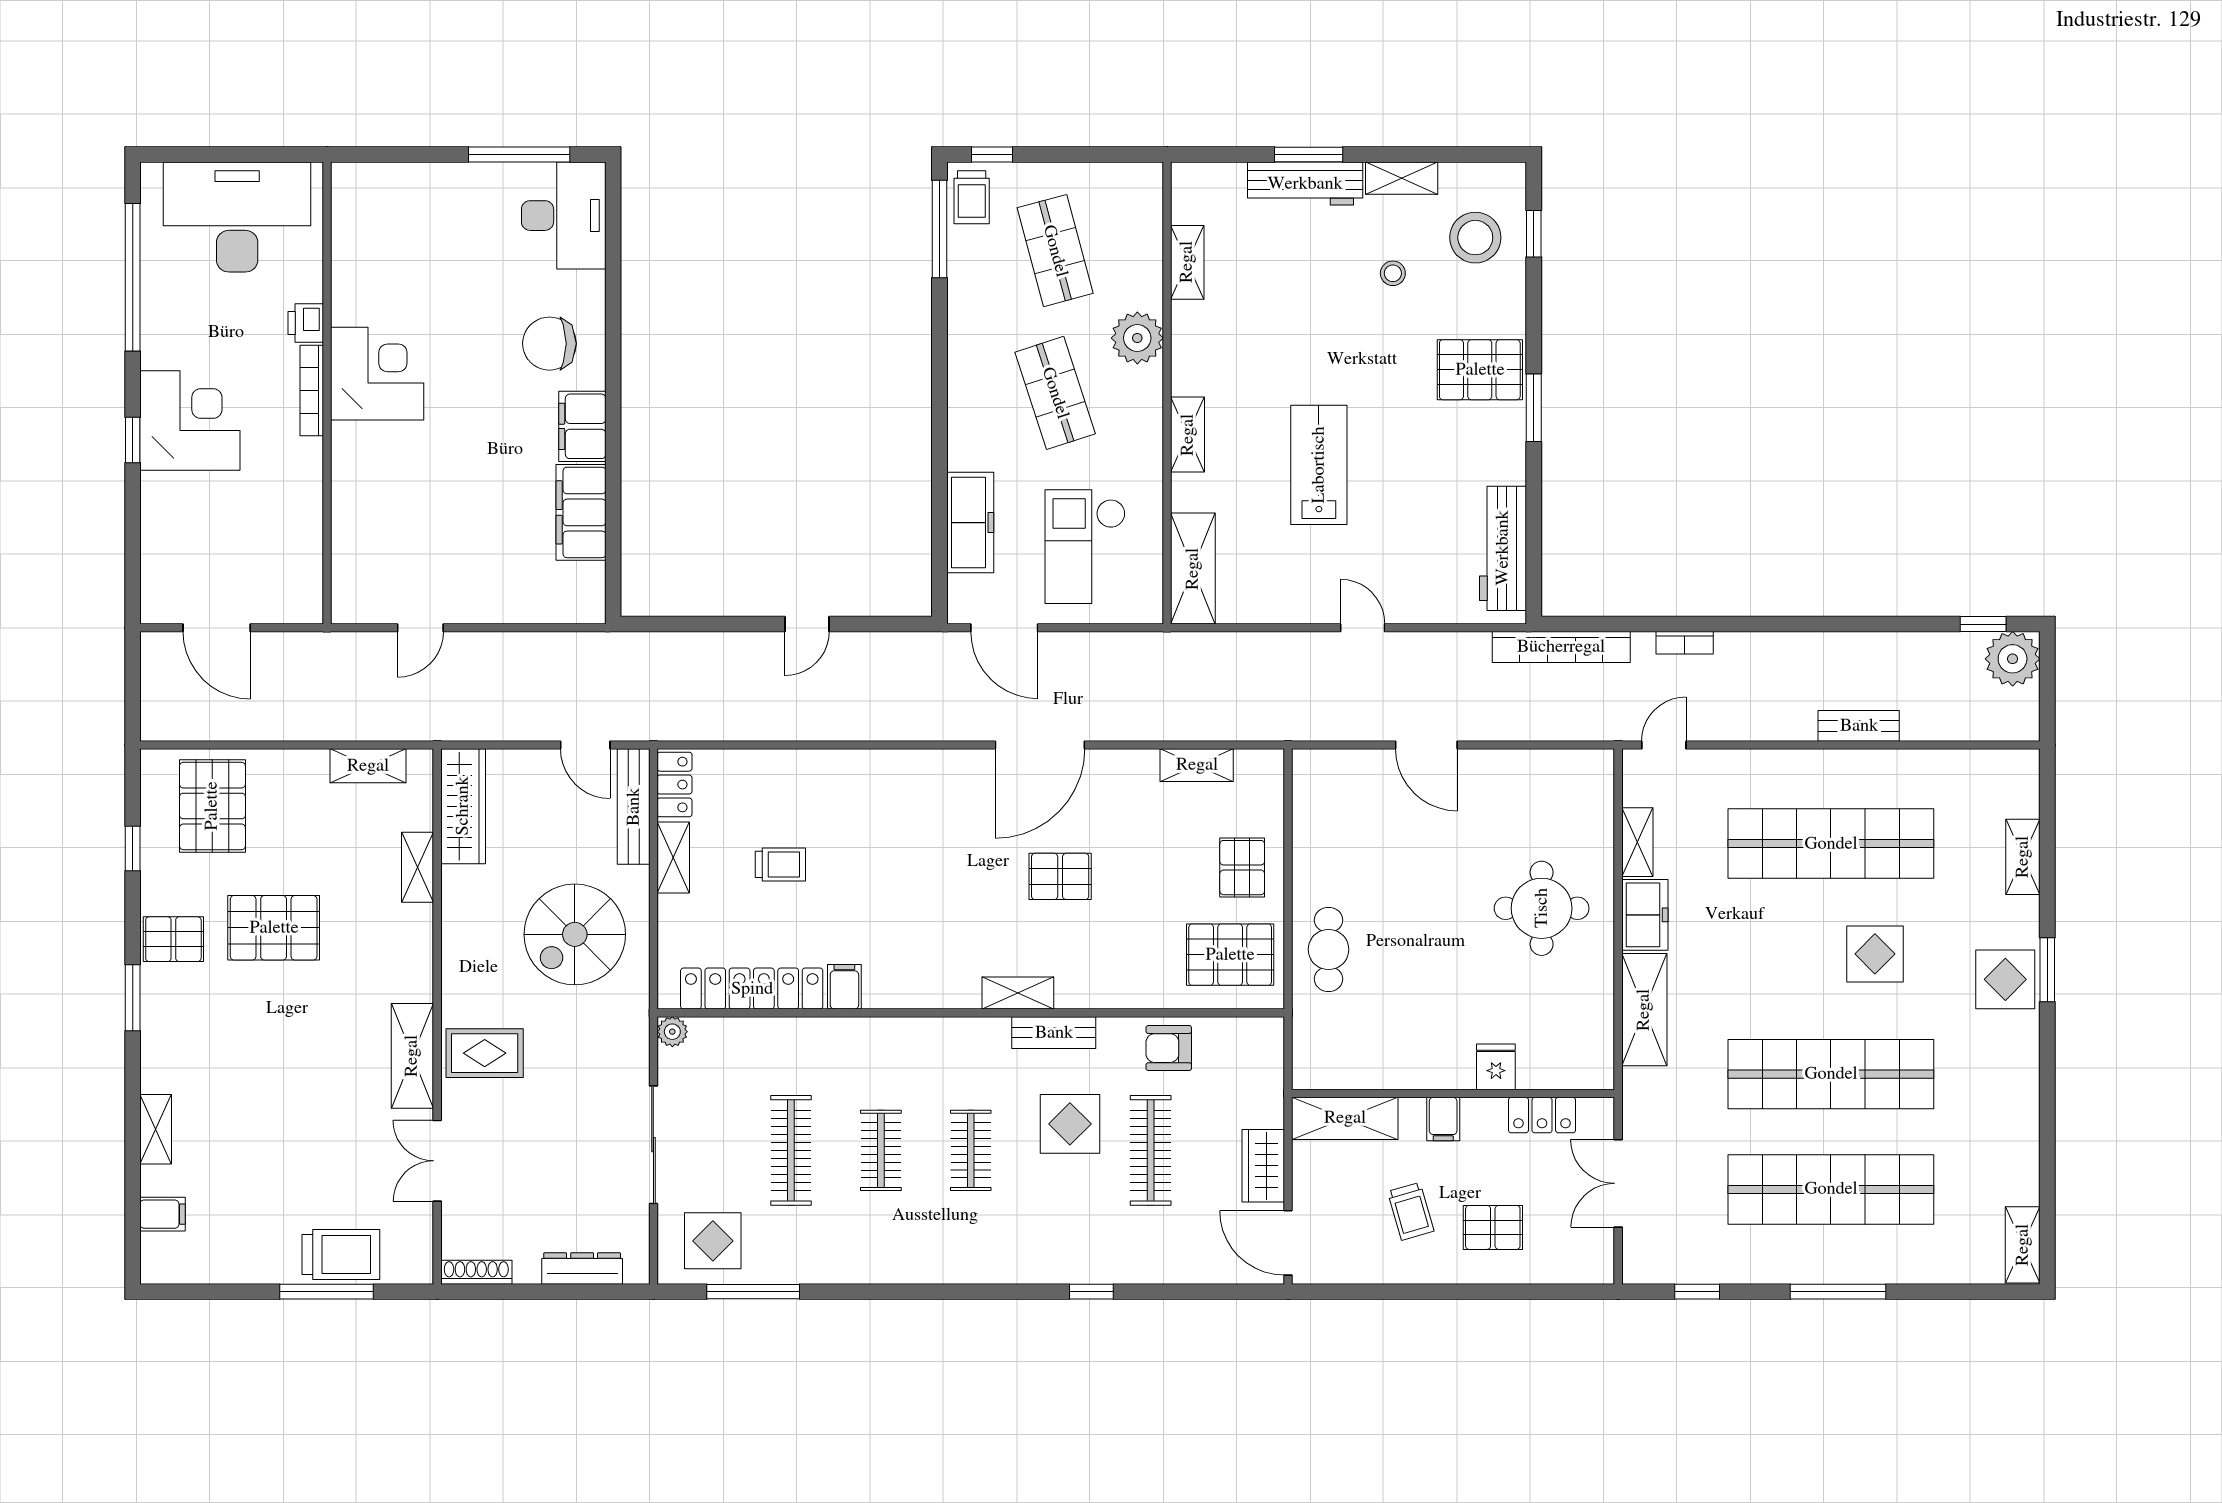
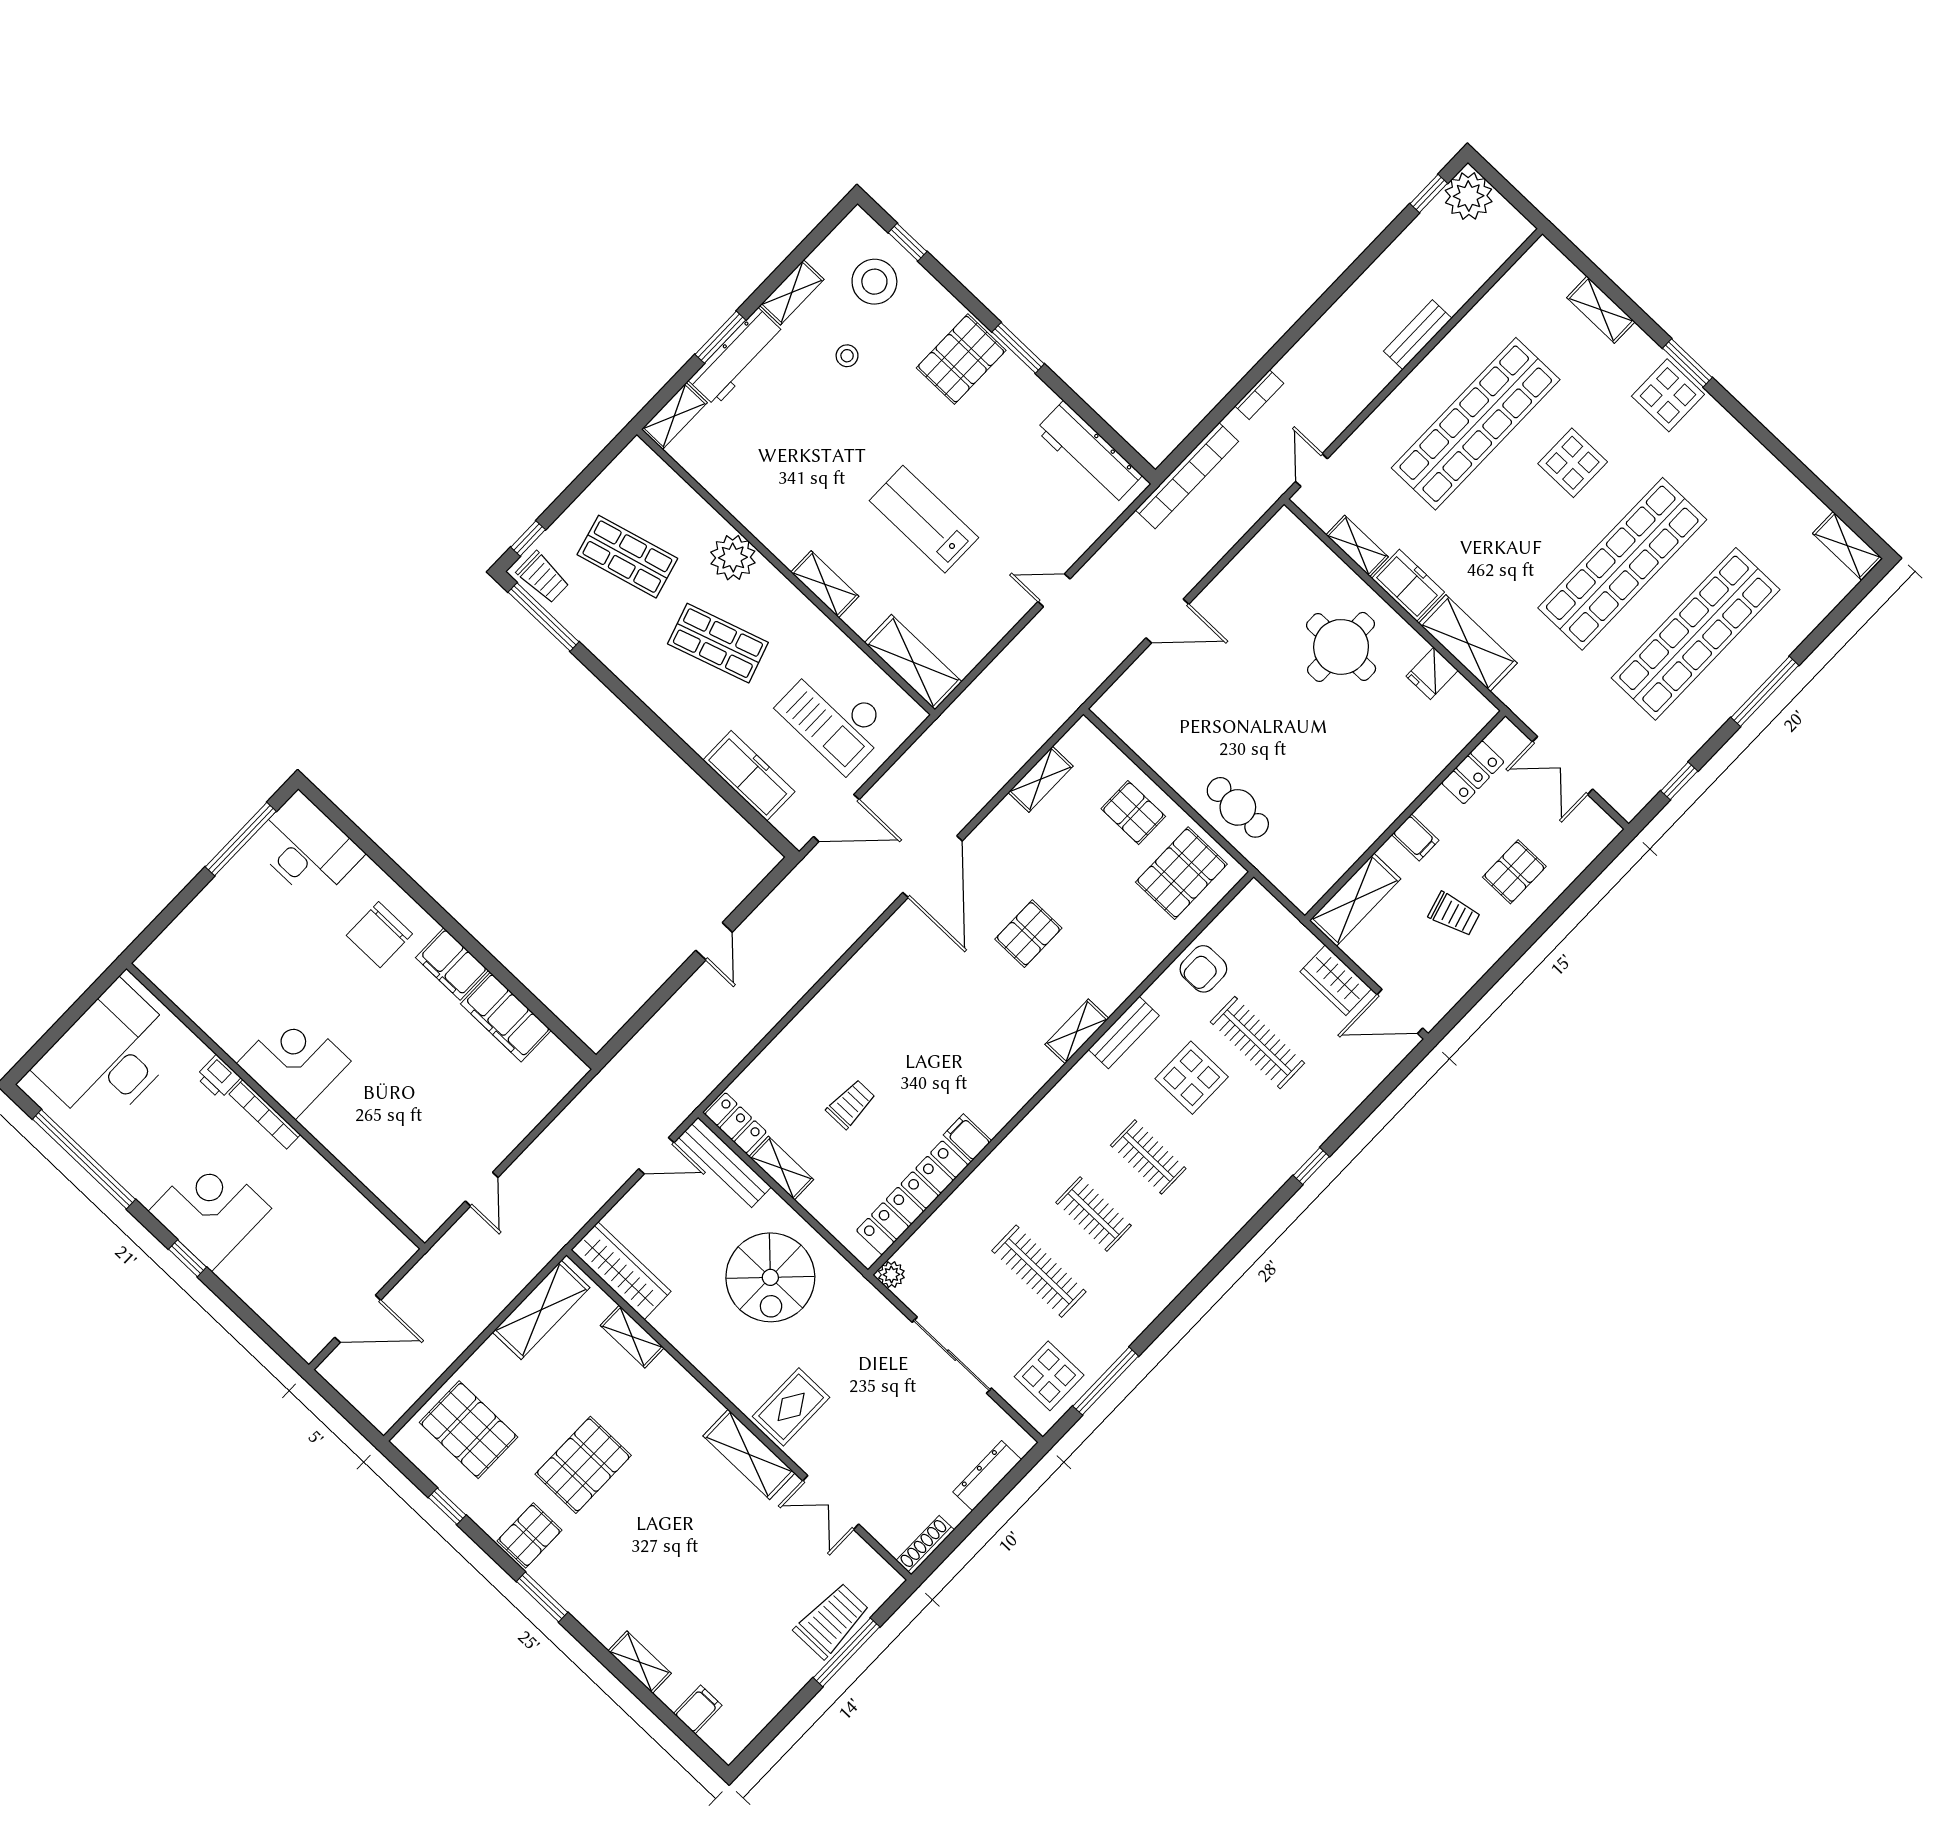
shelving: (1187, 262) -> (674, 416), moved, turned 90
shelving: (368, 766) -> (541, 1310), width x1.50, depth x1.33
fridge: (1496, 1067) -> (1432, 673), moved, turned -90

